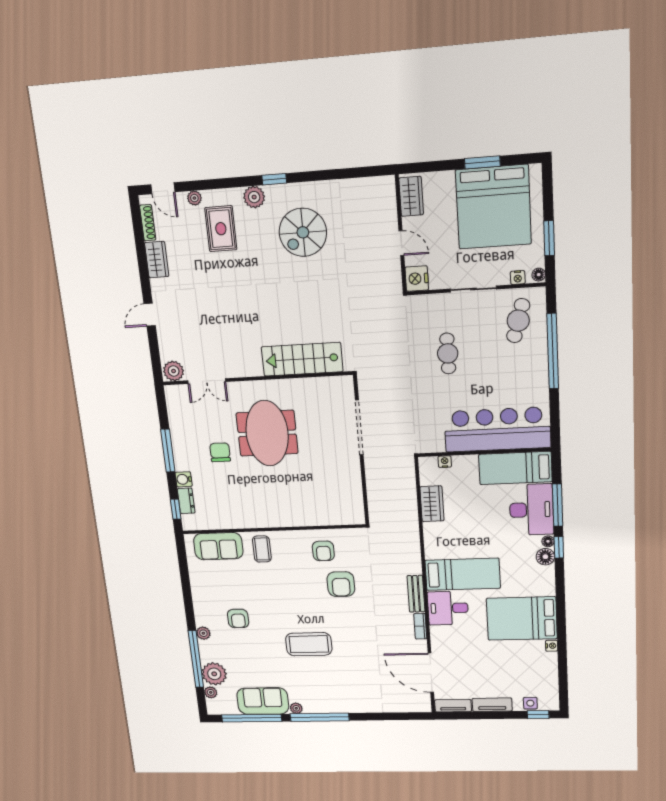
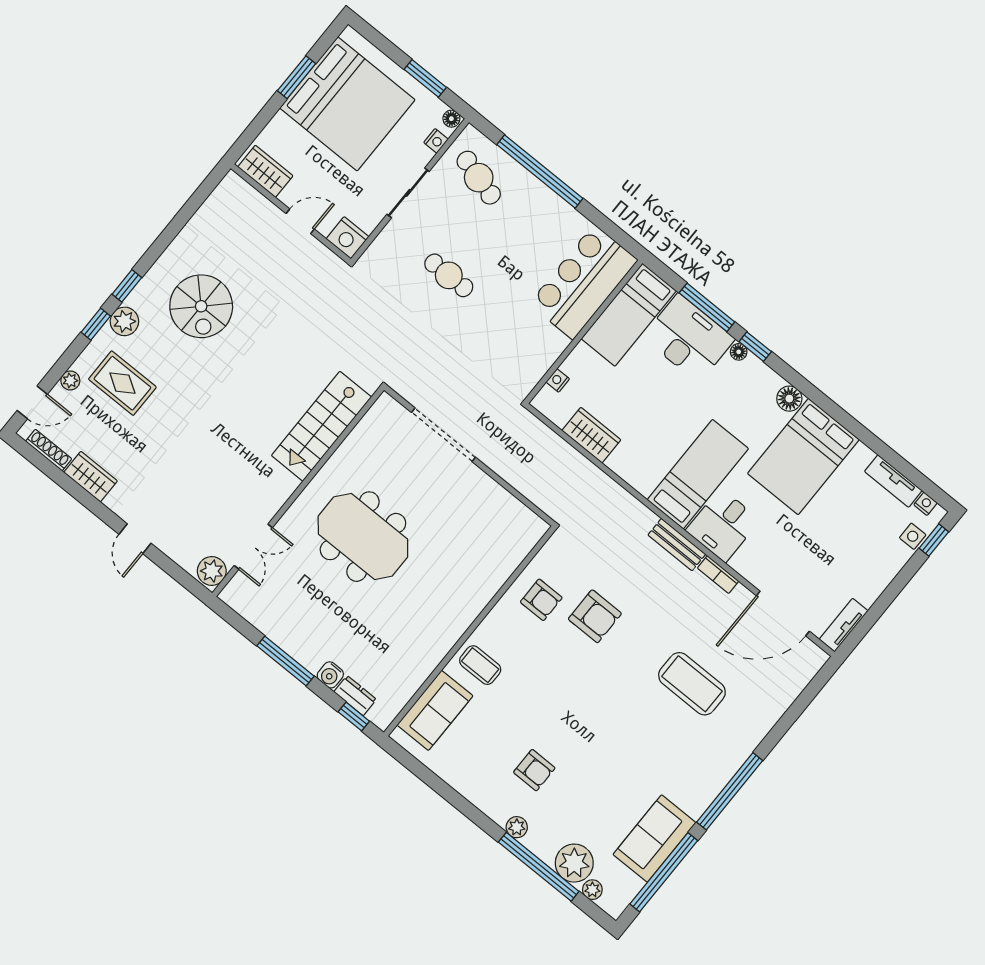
window: (237, 182) -> (96, 324), added
bar counter: (497, 430) -> (583, 282), width x0.73
chair: (220, 452) -> (338, 606), removed
floor lamp: (545, 557) -> (789, 399), moved
coffee table: (309, 644) -> (692, 684), moved, turned 90
nightstand: (552, 646) -> (926, 504), moved
tv unit: (492, 705) -> (893, 481), moved, turned -90
plant: (296, 708) -> (696, 808), removed

